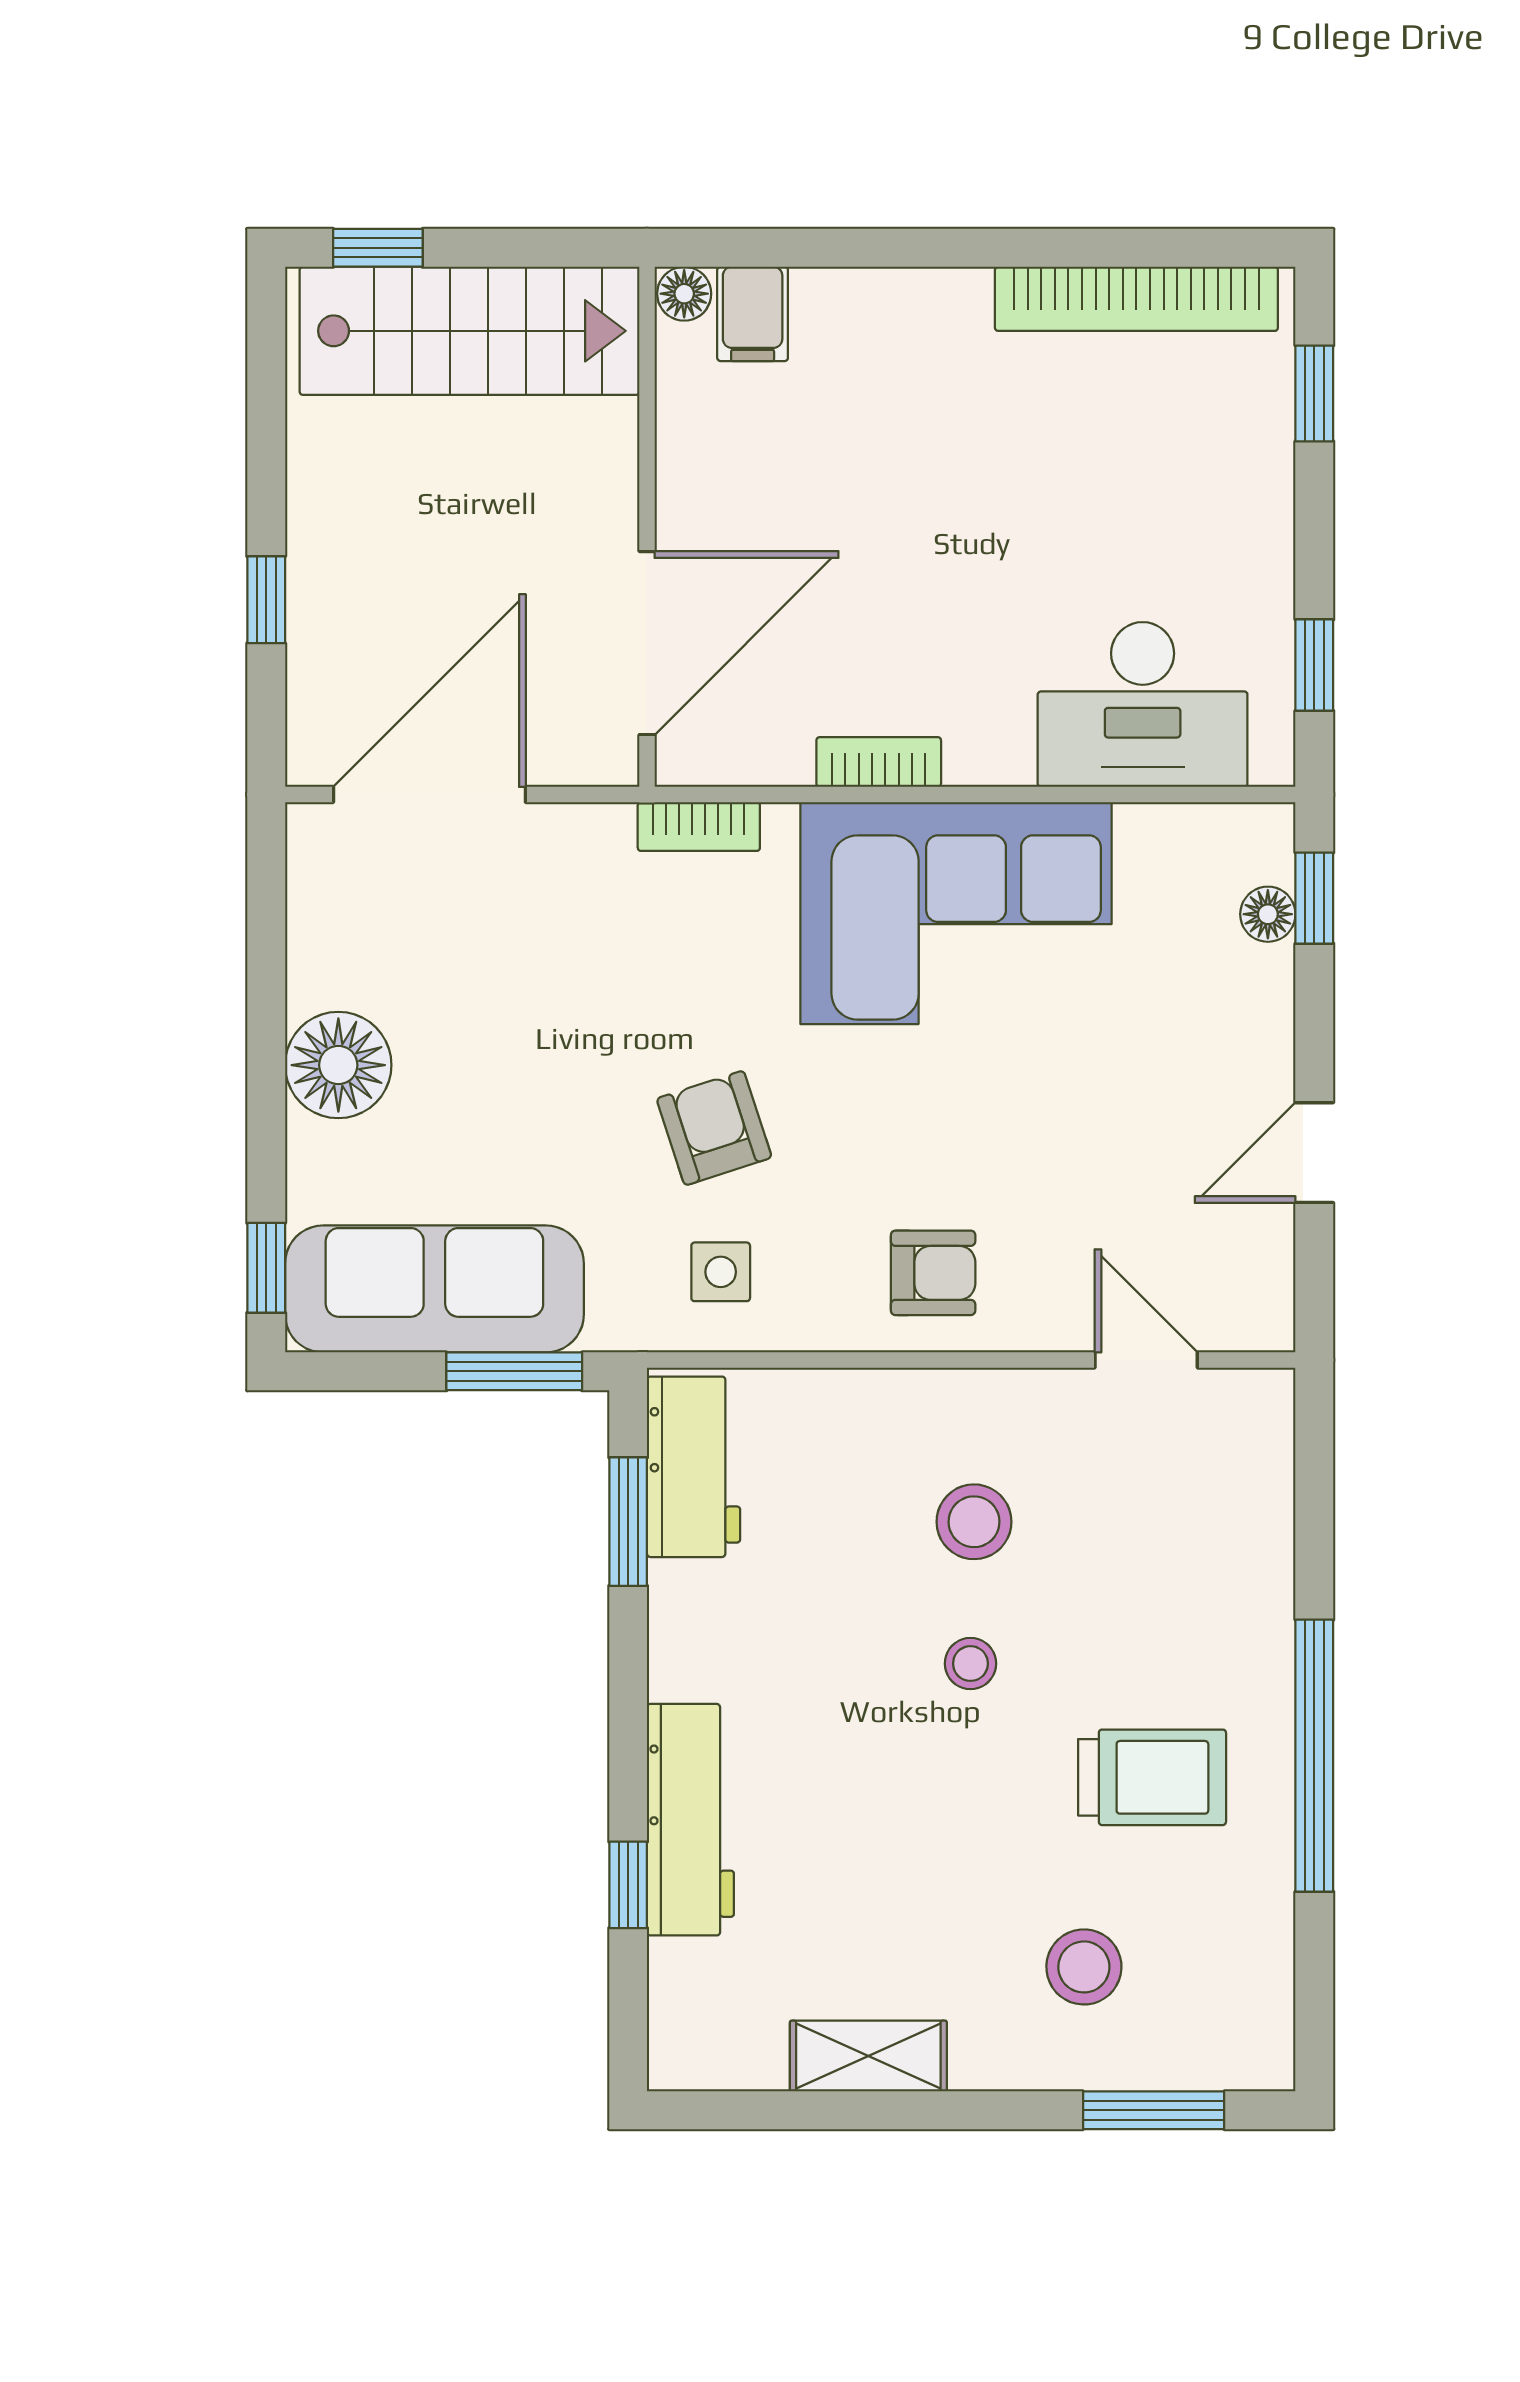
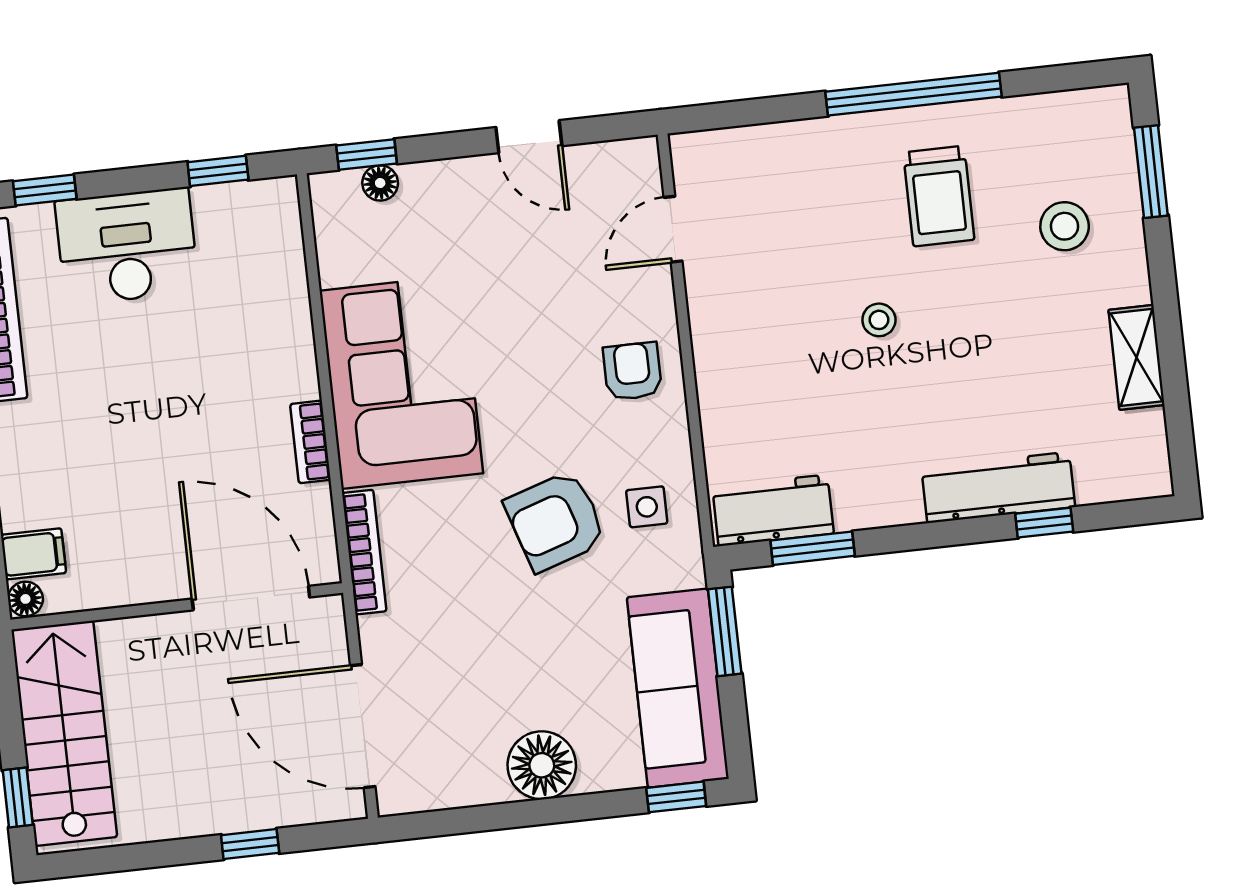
desk: (1143, 705) -> (127, 246), moved, turned -90
bookcase: (699, 826) -> (364, 552), width x1.56
armchair: (714, 1128) -> (555, 521), width x1.38, depth x1.38
stool: (974, 1522) -> (788, 328), removed
trolley: (1152, 1777) -> (939, 196), turned 180

